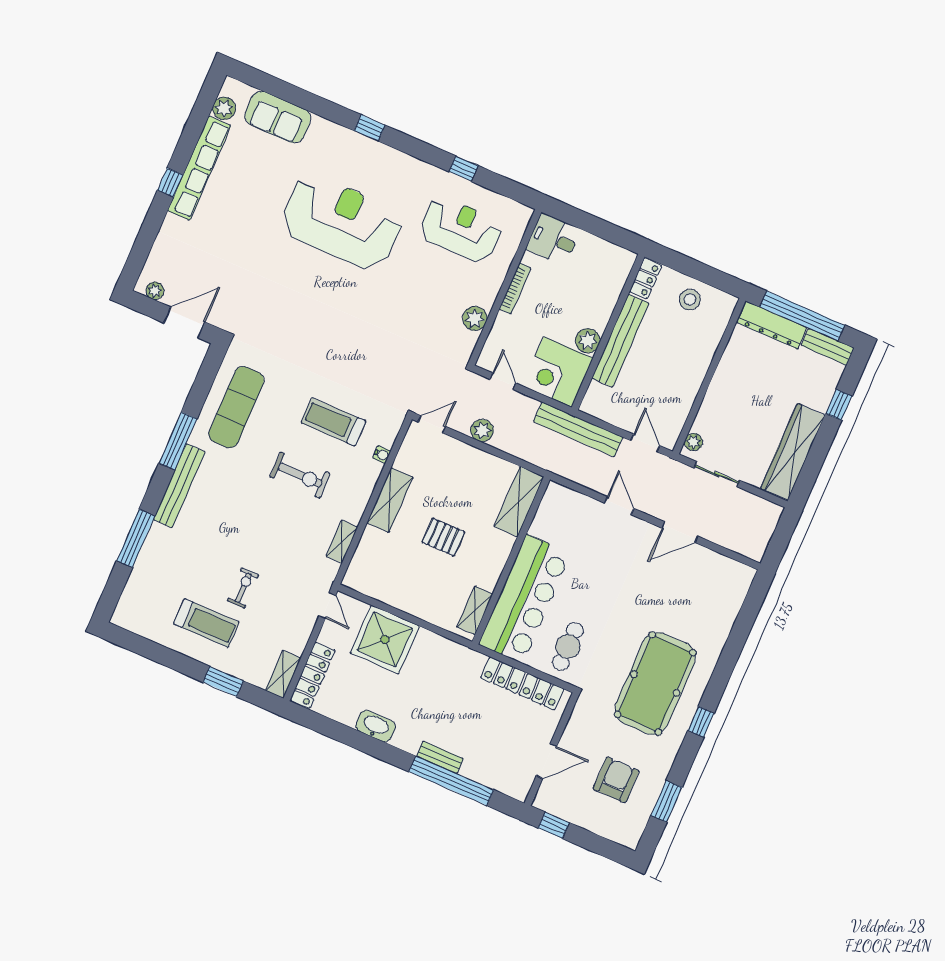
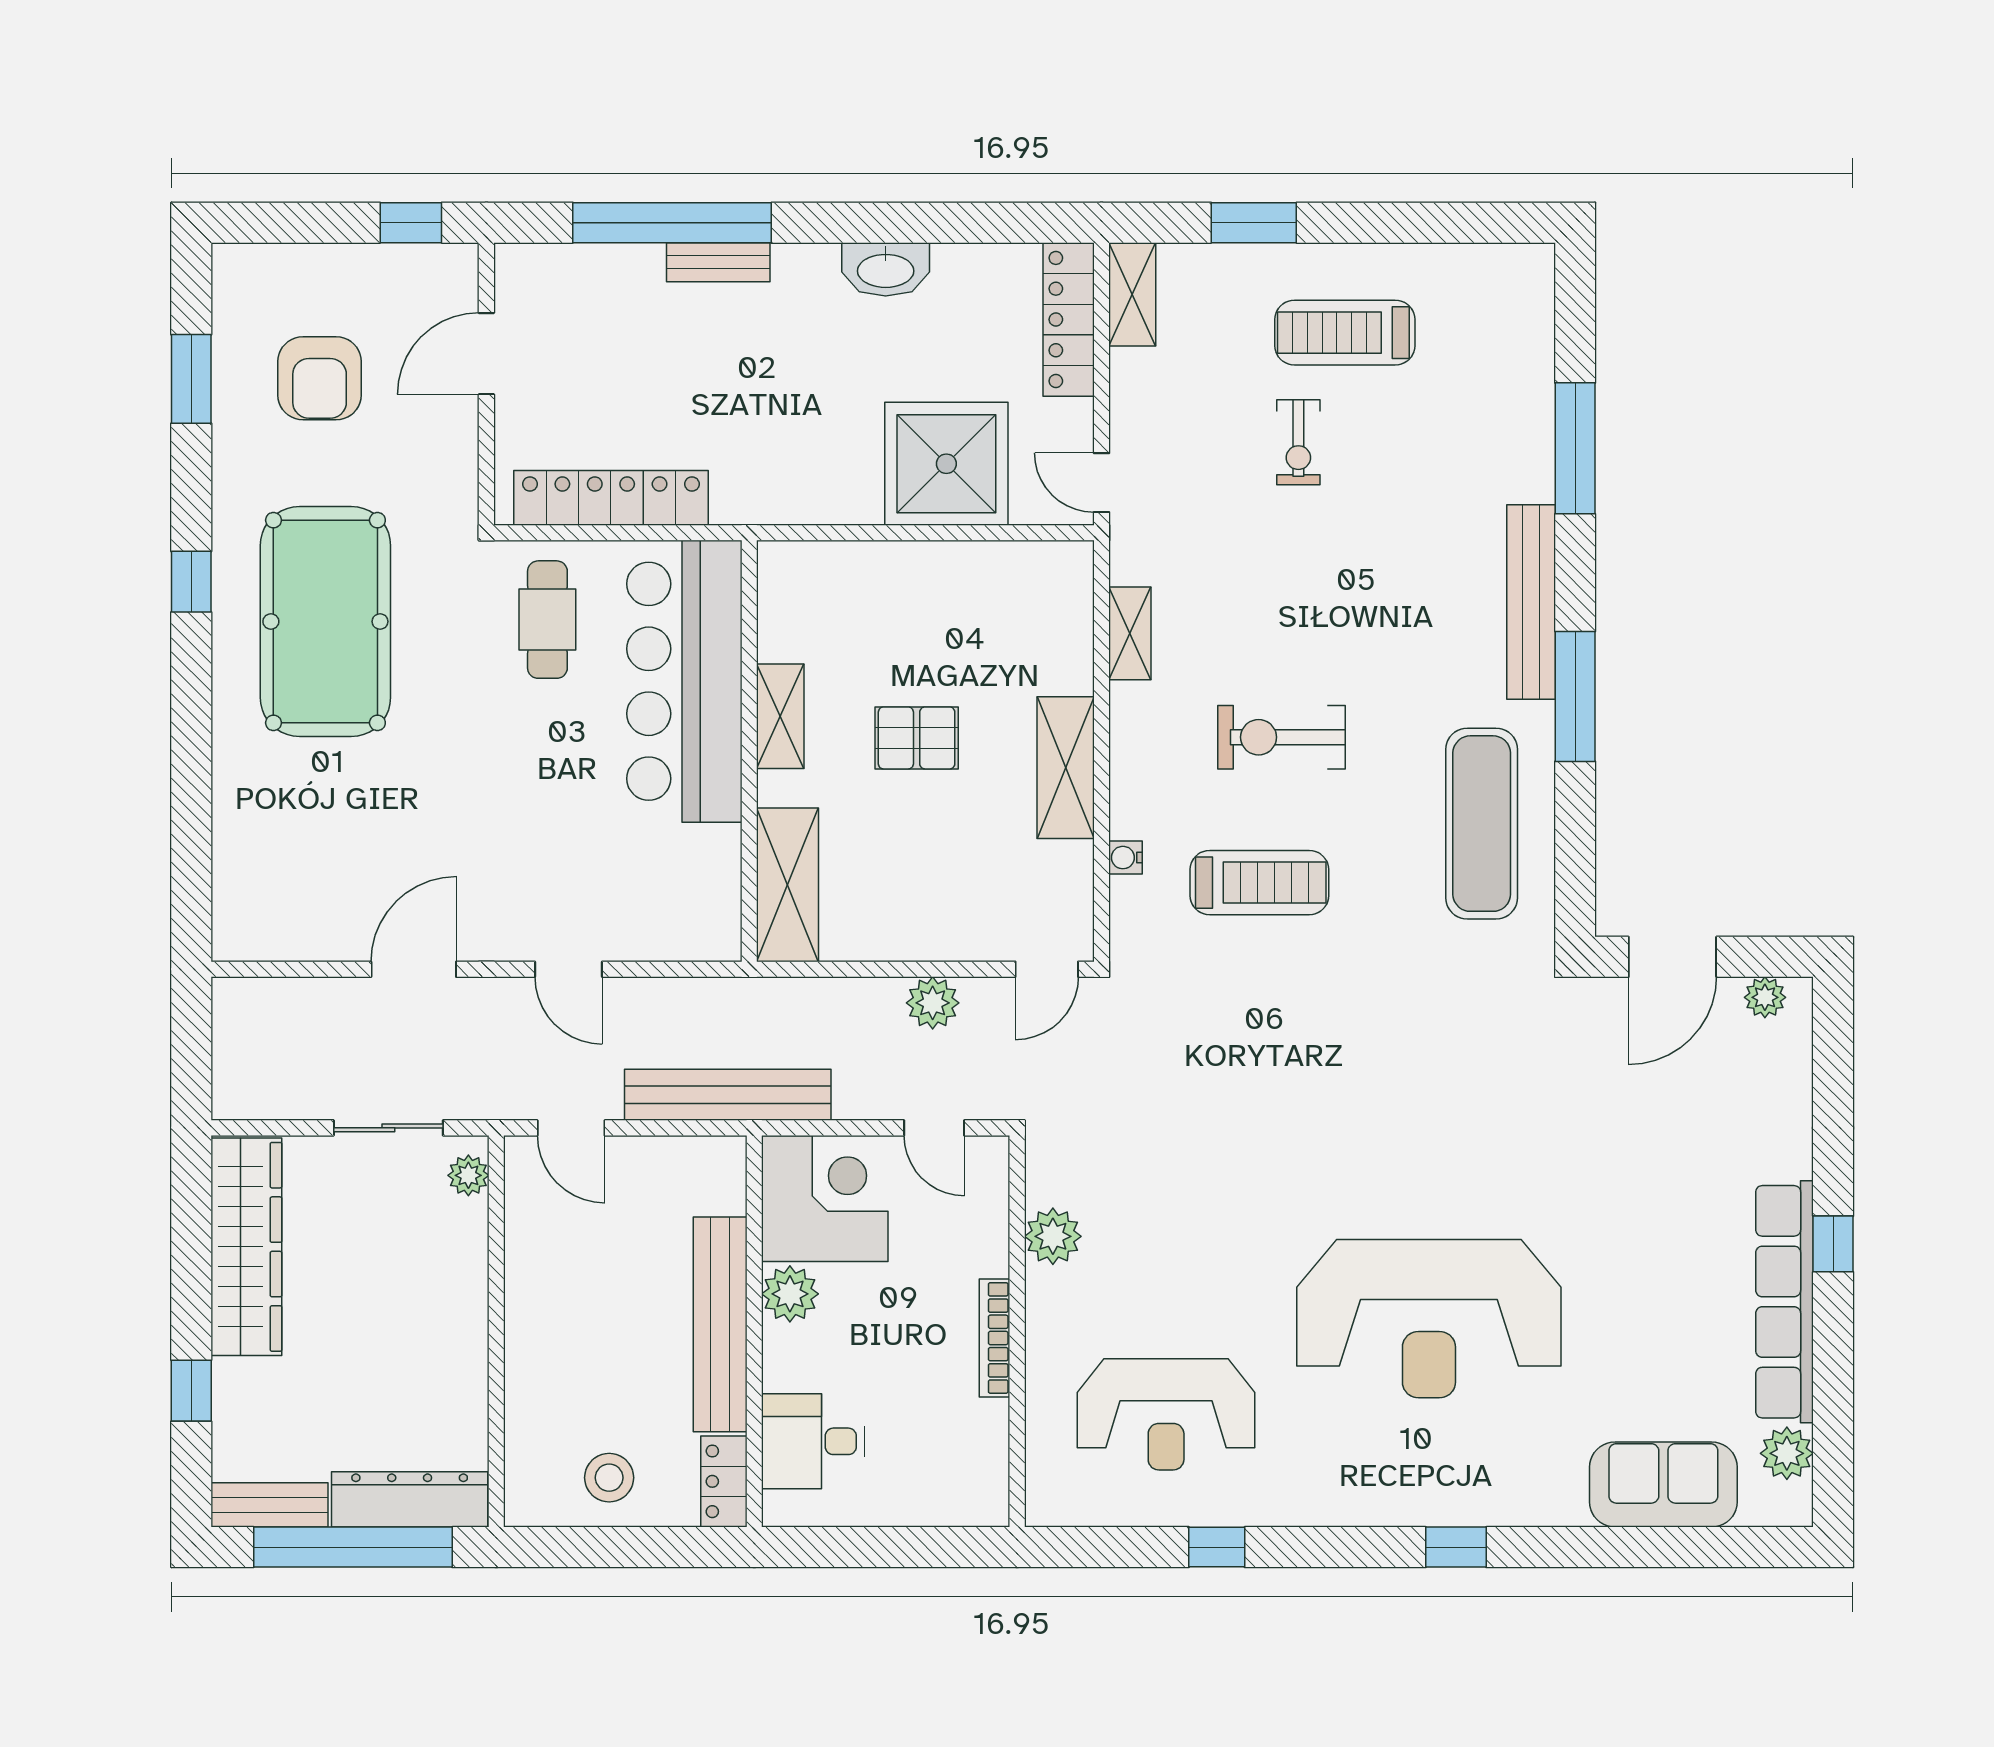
desk: (553, 239) -> (813, 1441), moved, turned 180
shelving: (475, 610) -> (780, 716), moved

